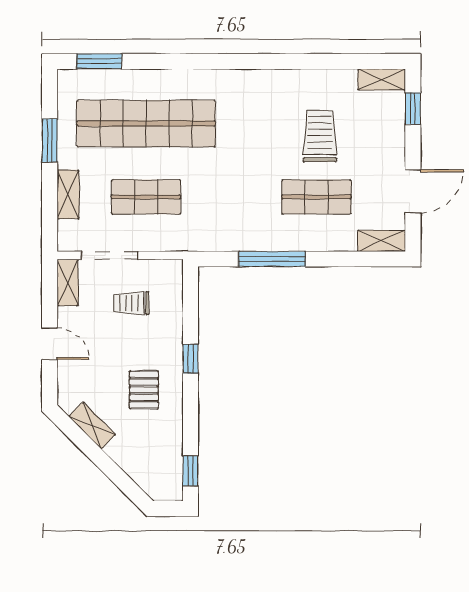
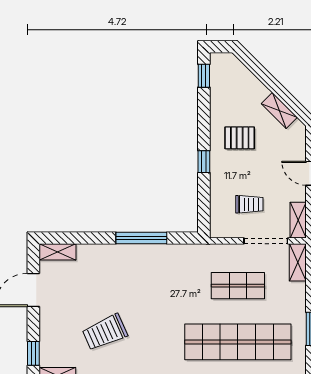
trolley: (320, 136) -> (105, 332), turned 66
shelving: (68, 194) -> (298, 262), moved
shop shelf: (316, 197) -> (107, 286), removed
pallet: (144, 390) -> (240, 138), turned 90

